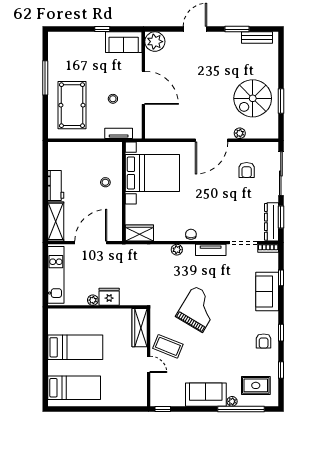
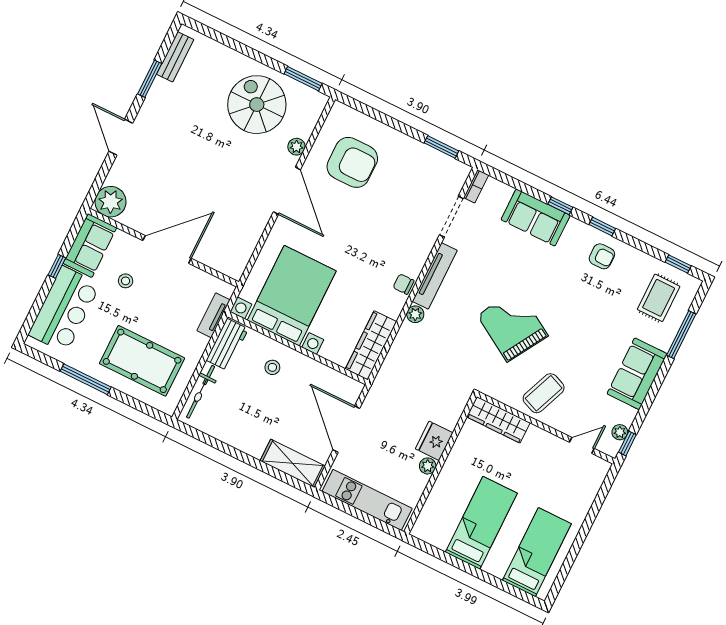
bar counter: (79, 46) -> (64, 309), added
spiral stairs: (253, 98) -> (257, 105), turned 180
stool: (113, 99) -> (126, 281), moved
window: (281, 101) -> (303, 79), moved
bicycle: (71, 148) -> (201, 392), added
armchair: (247, 170) -> (352, 162), width x1.88, depth x1.88
sliding door: (281, 174) -> (381, 117), removed
workbench: (56, 186) -> (227, 345), moved, turned 90
dresser: (271, 222) -> (442, 164), removed
wardrobe: (139, 233) -> (371, 345), width x1.50
tv unit: (211, 250) -> (435, 276), width x1.41
window: (281, 278) -> (560, 206), moved
door: (149, 364) -> (582, 445), moved
window: (281, 370) -> (678, 264), moved
plant: (232, 401) -> (620, 432), moved
window: (241, 409) -> (681, 335), width x0.68

